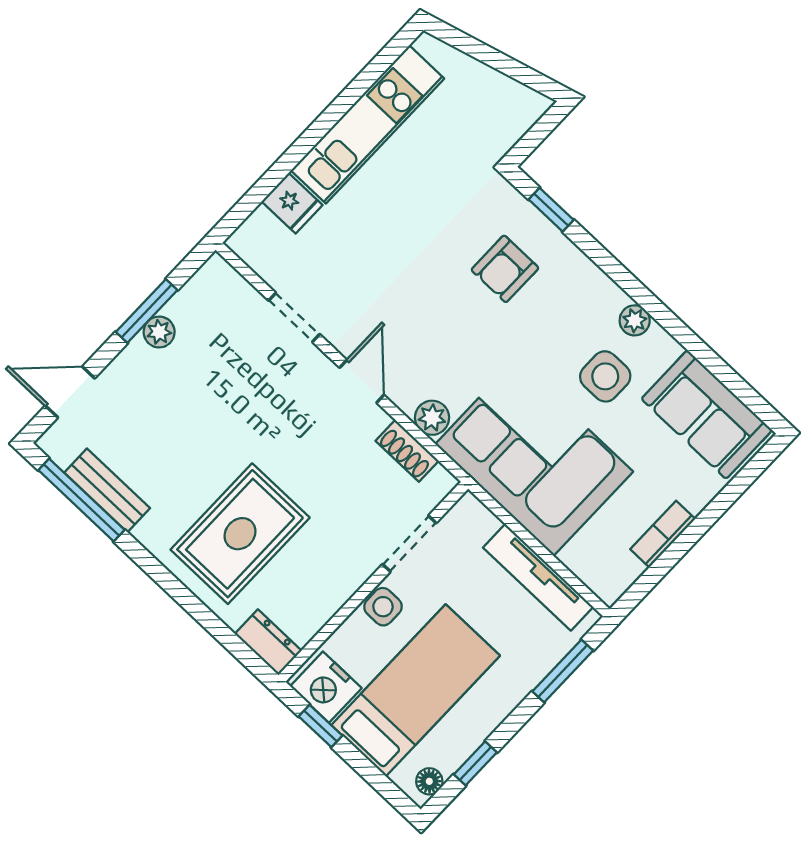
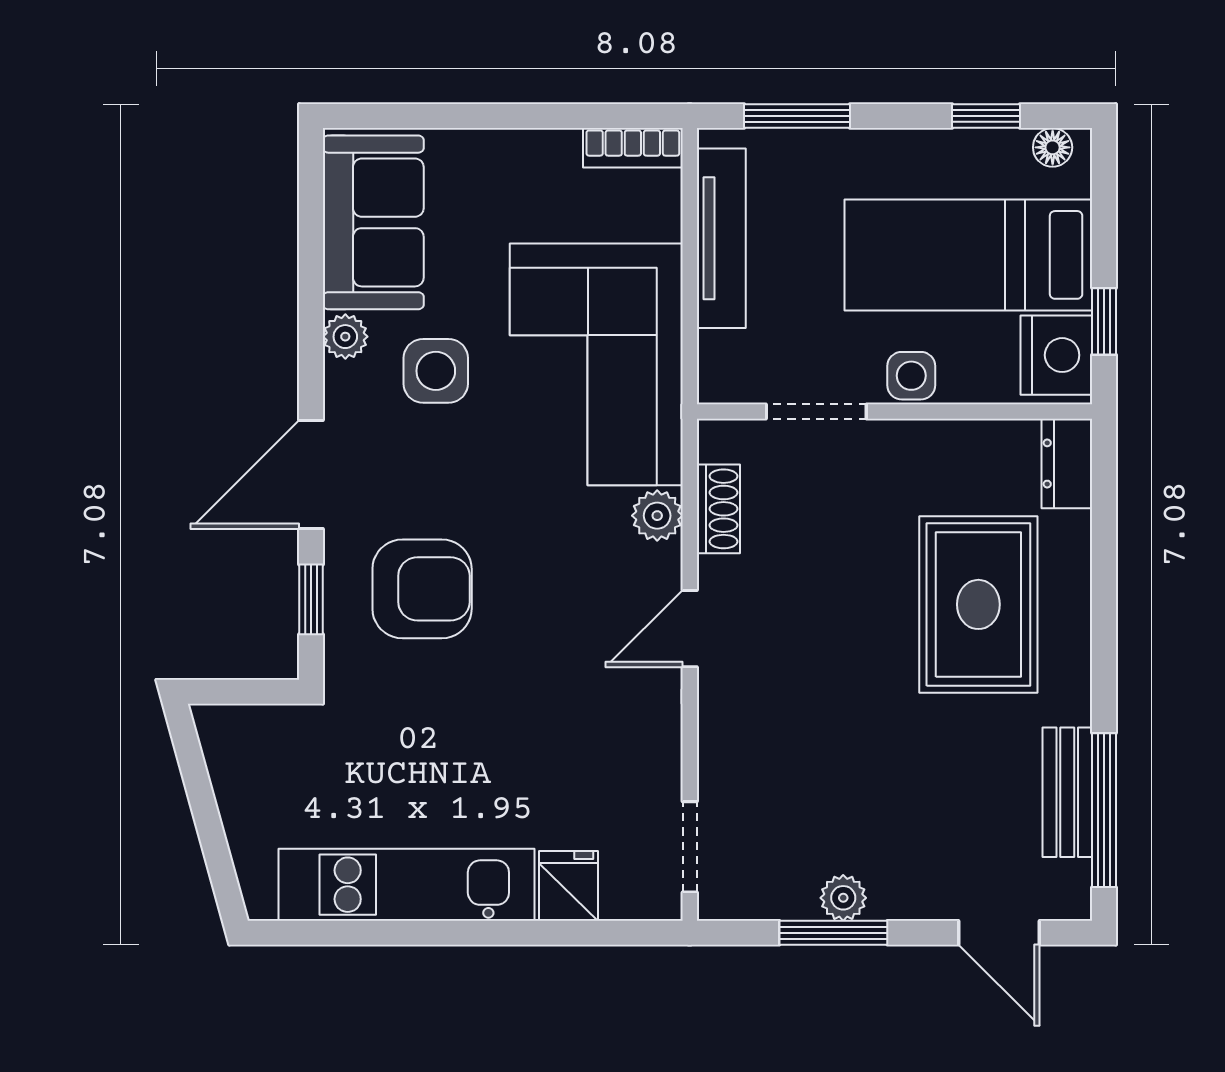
door: (612, 267) -> (311, 474), added
armchair: (505, 269) -> (422, 589), width x1.38, depth x1.38
doorway: (294, 317) -> (690, 847), moved
plant: (635, 320) -> (345, 337), moved
rug: (240, 534) -> (978, 604), turned 90
bookcase: (663, 534) -> (633, 148), moved

